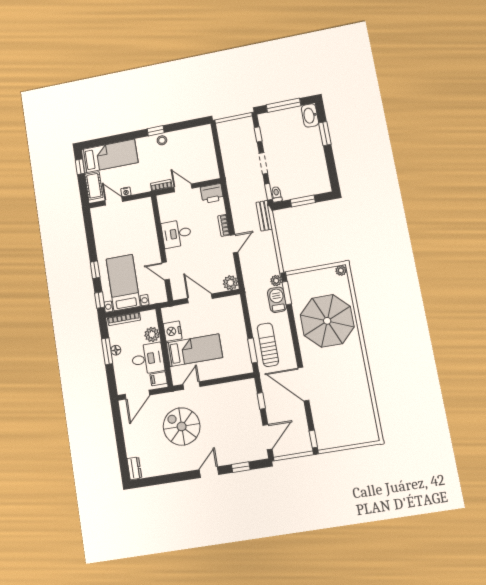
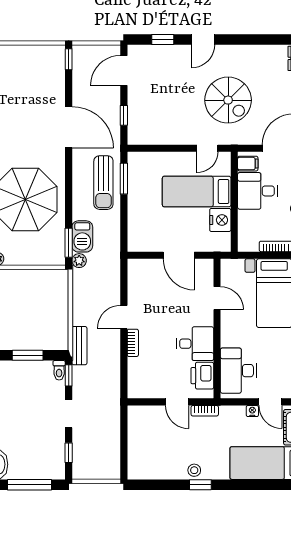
printer: (212, 193) -> (202, 376), moved, turned -90
desk: (141, 220) -> (238, 371), added
plant: (230, 283) -> (137, 268), removed
plant: (152, 335) -> (247, 220), removed

